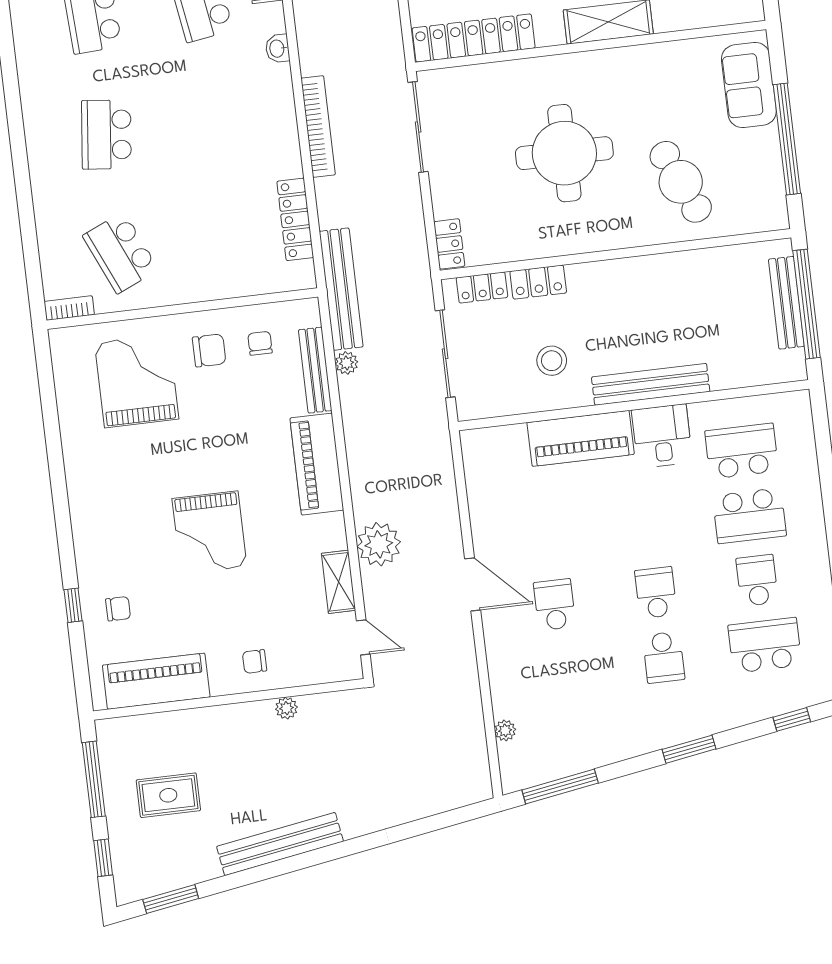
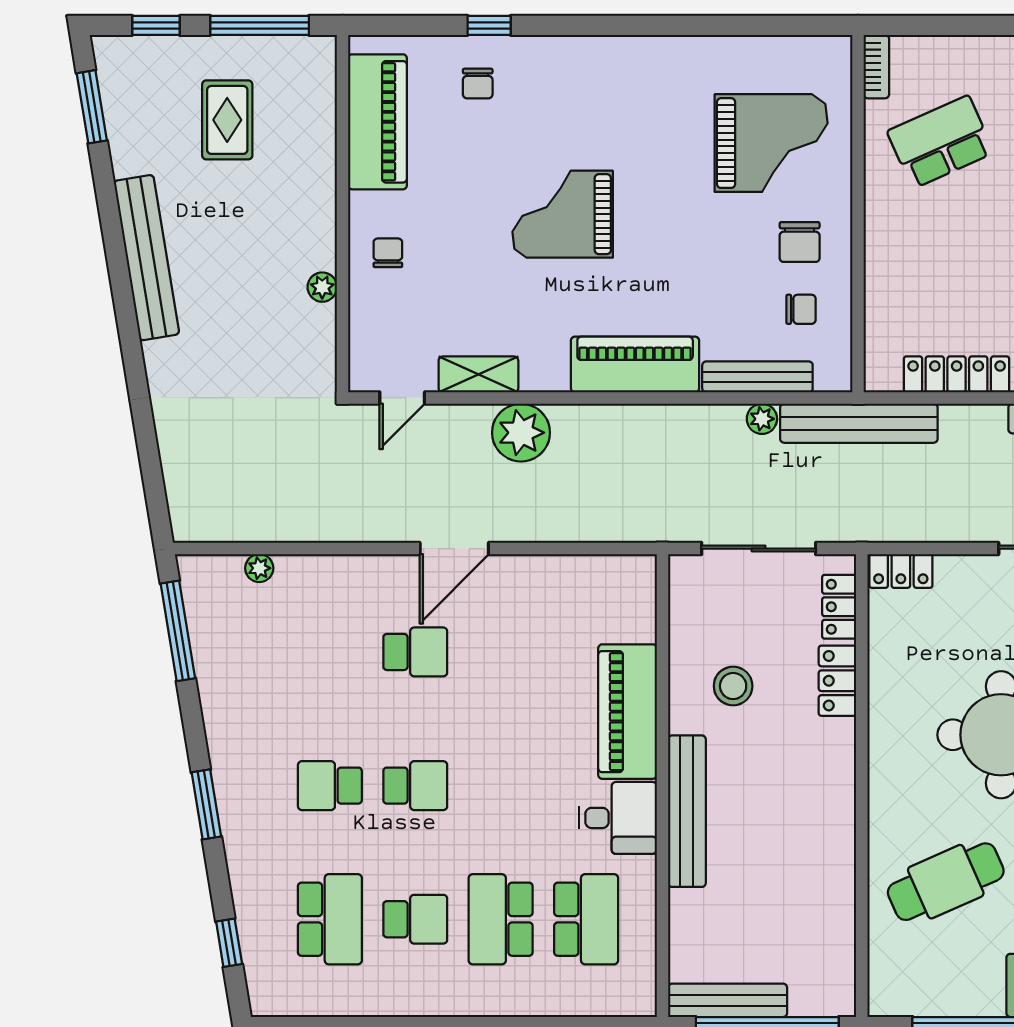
bench: (786, 303) -> (728, 1000), moved

